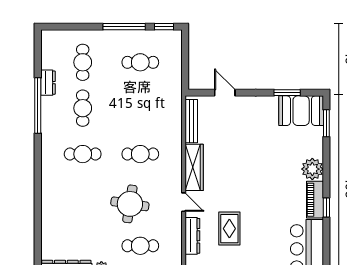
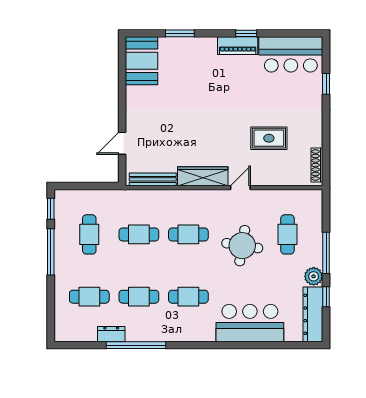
window: (287, 93) -> (122, 76), removed
cafe table: (140, 108) -> (139, 234), added
window: (326, 123) -> (180, 33), moved
cafe table: (83, 154) -> (188, 297), turned 90
cafe table: (140, 154) -> (188, 234), turned 90
plant: (312, 169) -> (205, 49), removed
bar counter: (58, 211) -> (250, 323), added
dresser: (192, 236) -> (277, 178), removed

